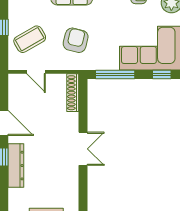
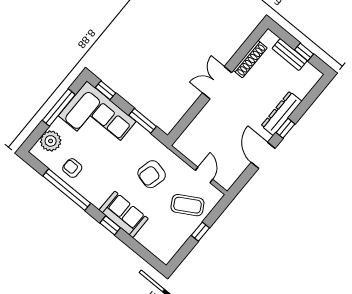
window: (115, 75) -> (143, 121), width x0.69
shoe rack: (73, 93) -> (250, 59), moved

